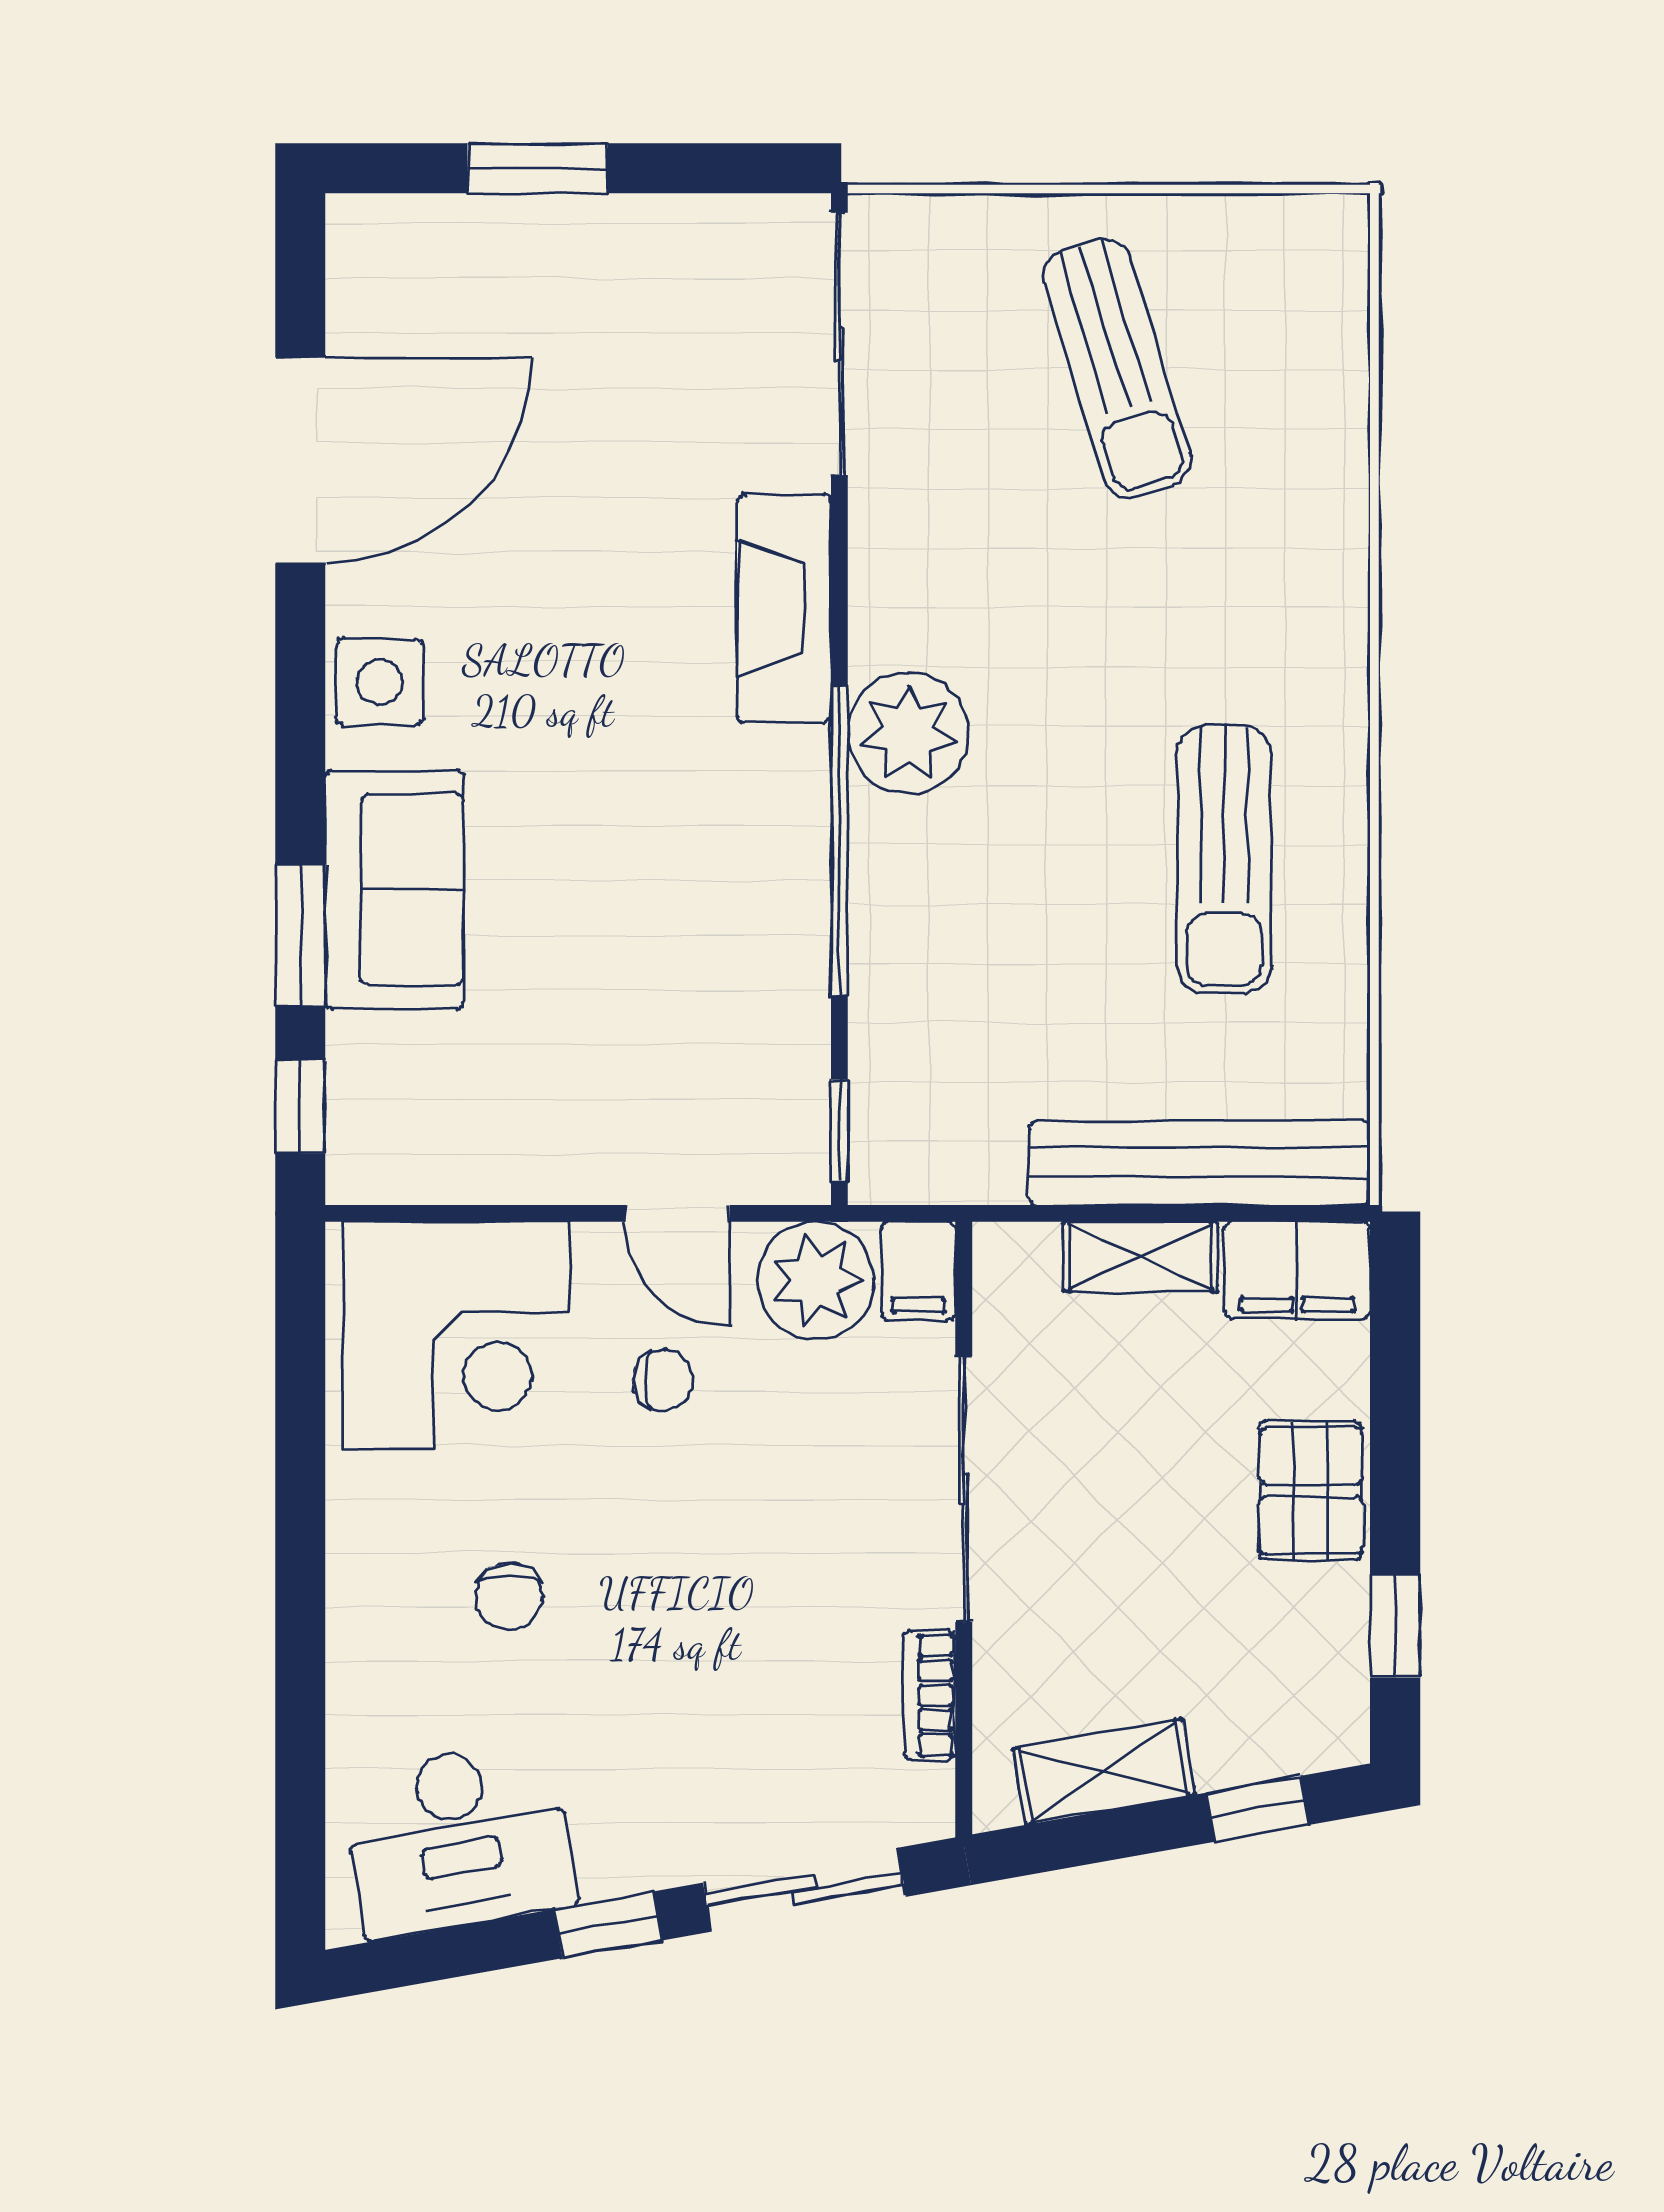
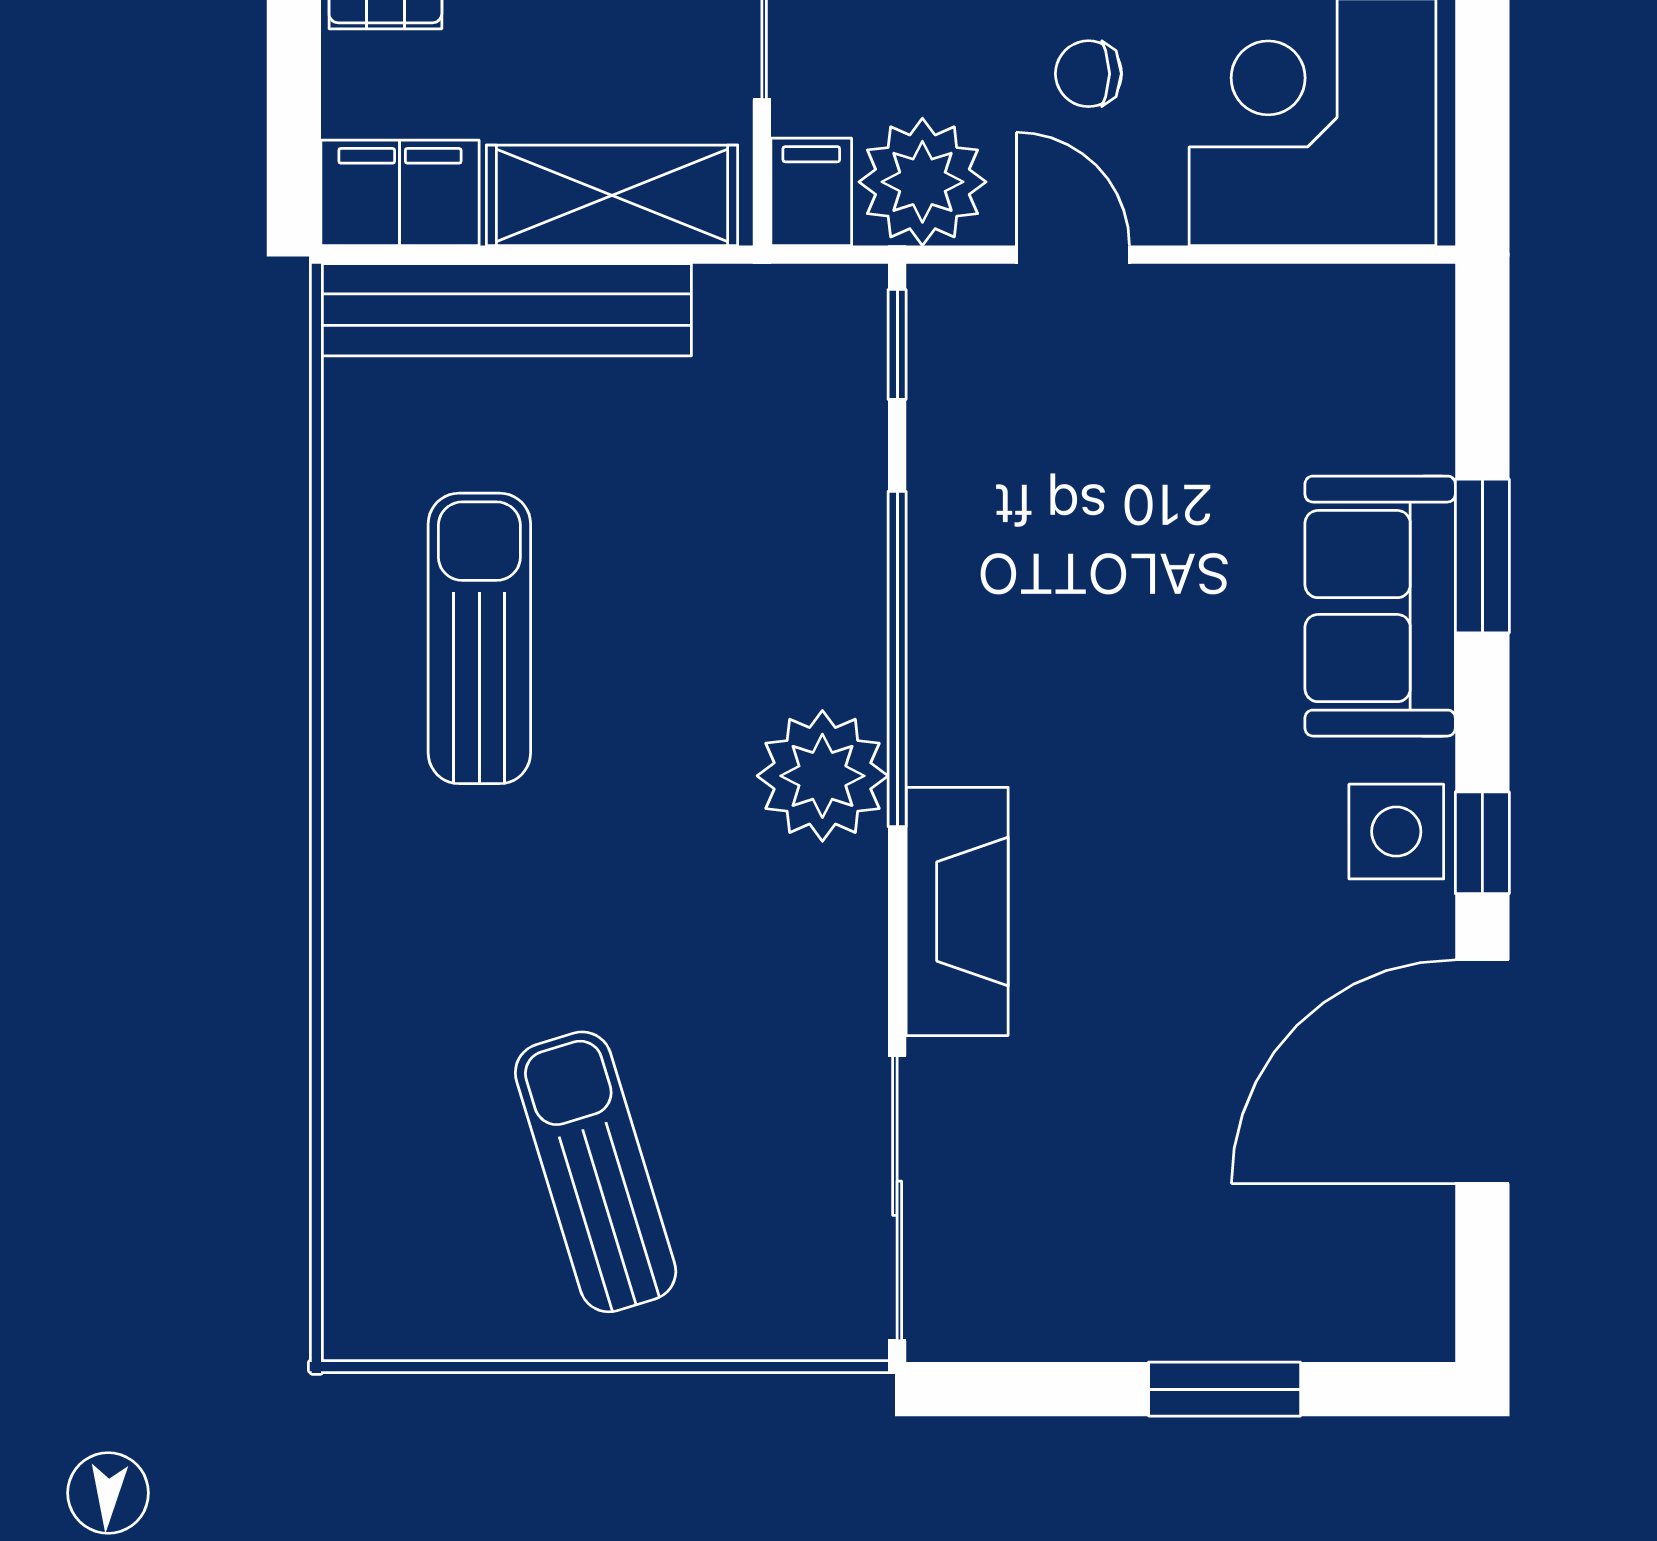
window: (300, 1106) -> (1482, 843), moved
shelving: (1141, 1256) -> (612, 195), width x1.50, depth x1.33

